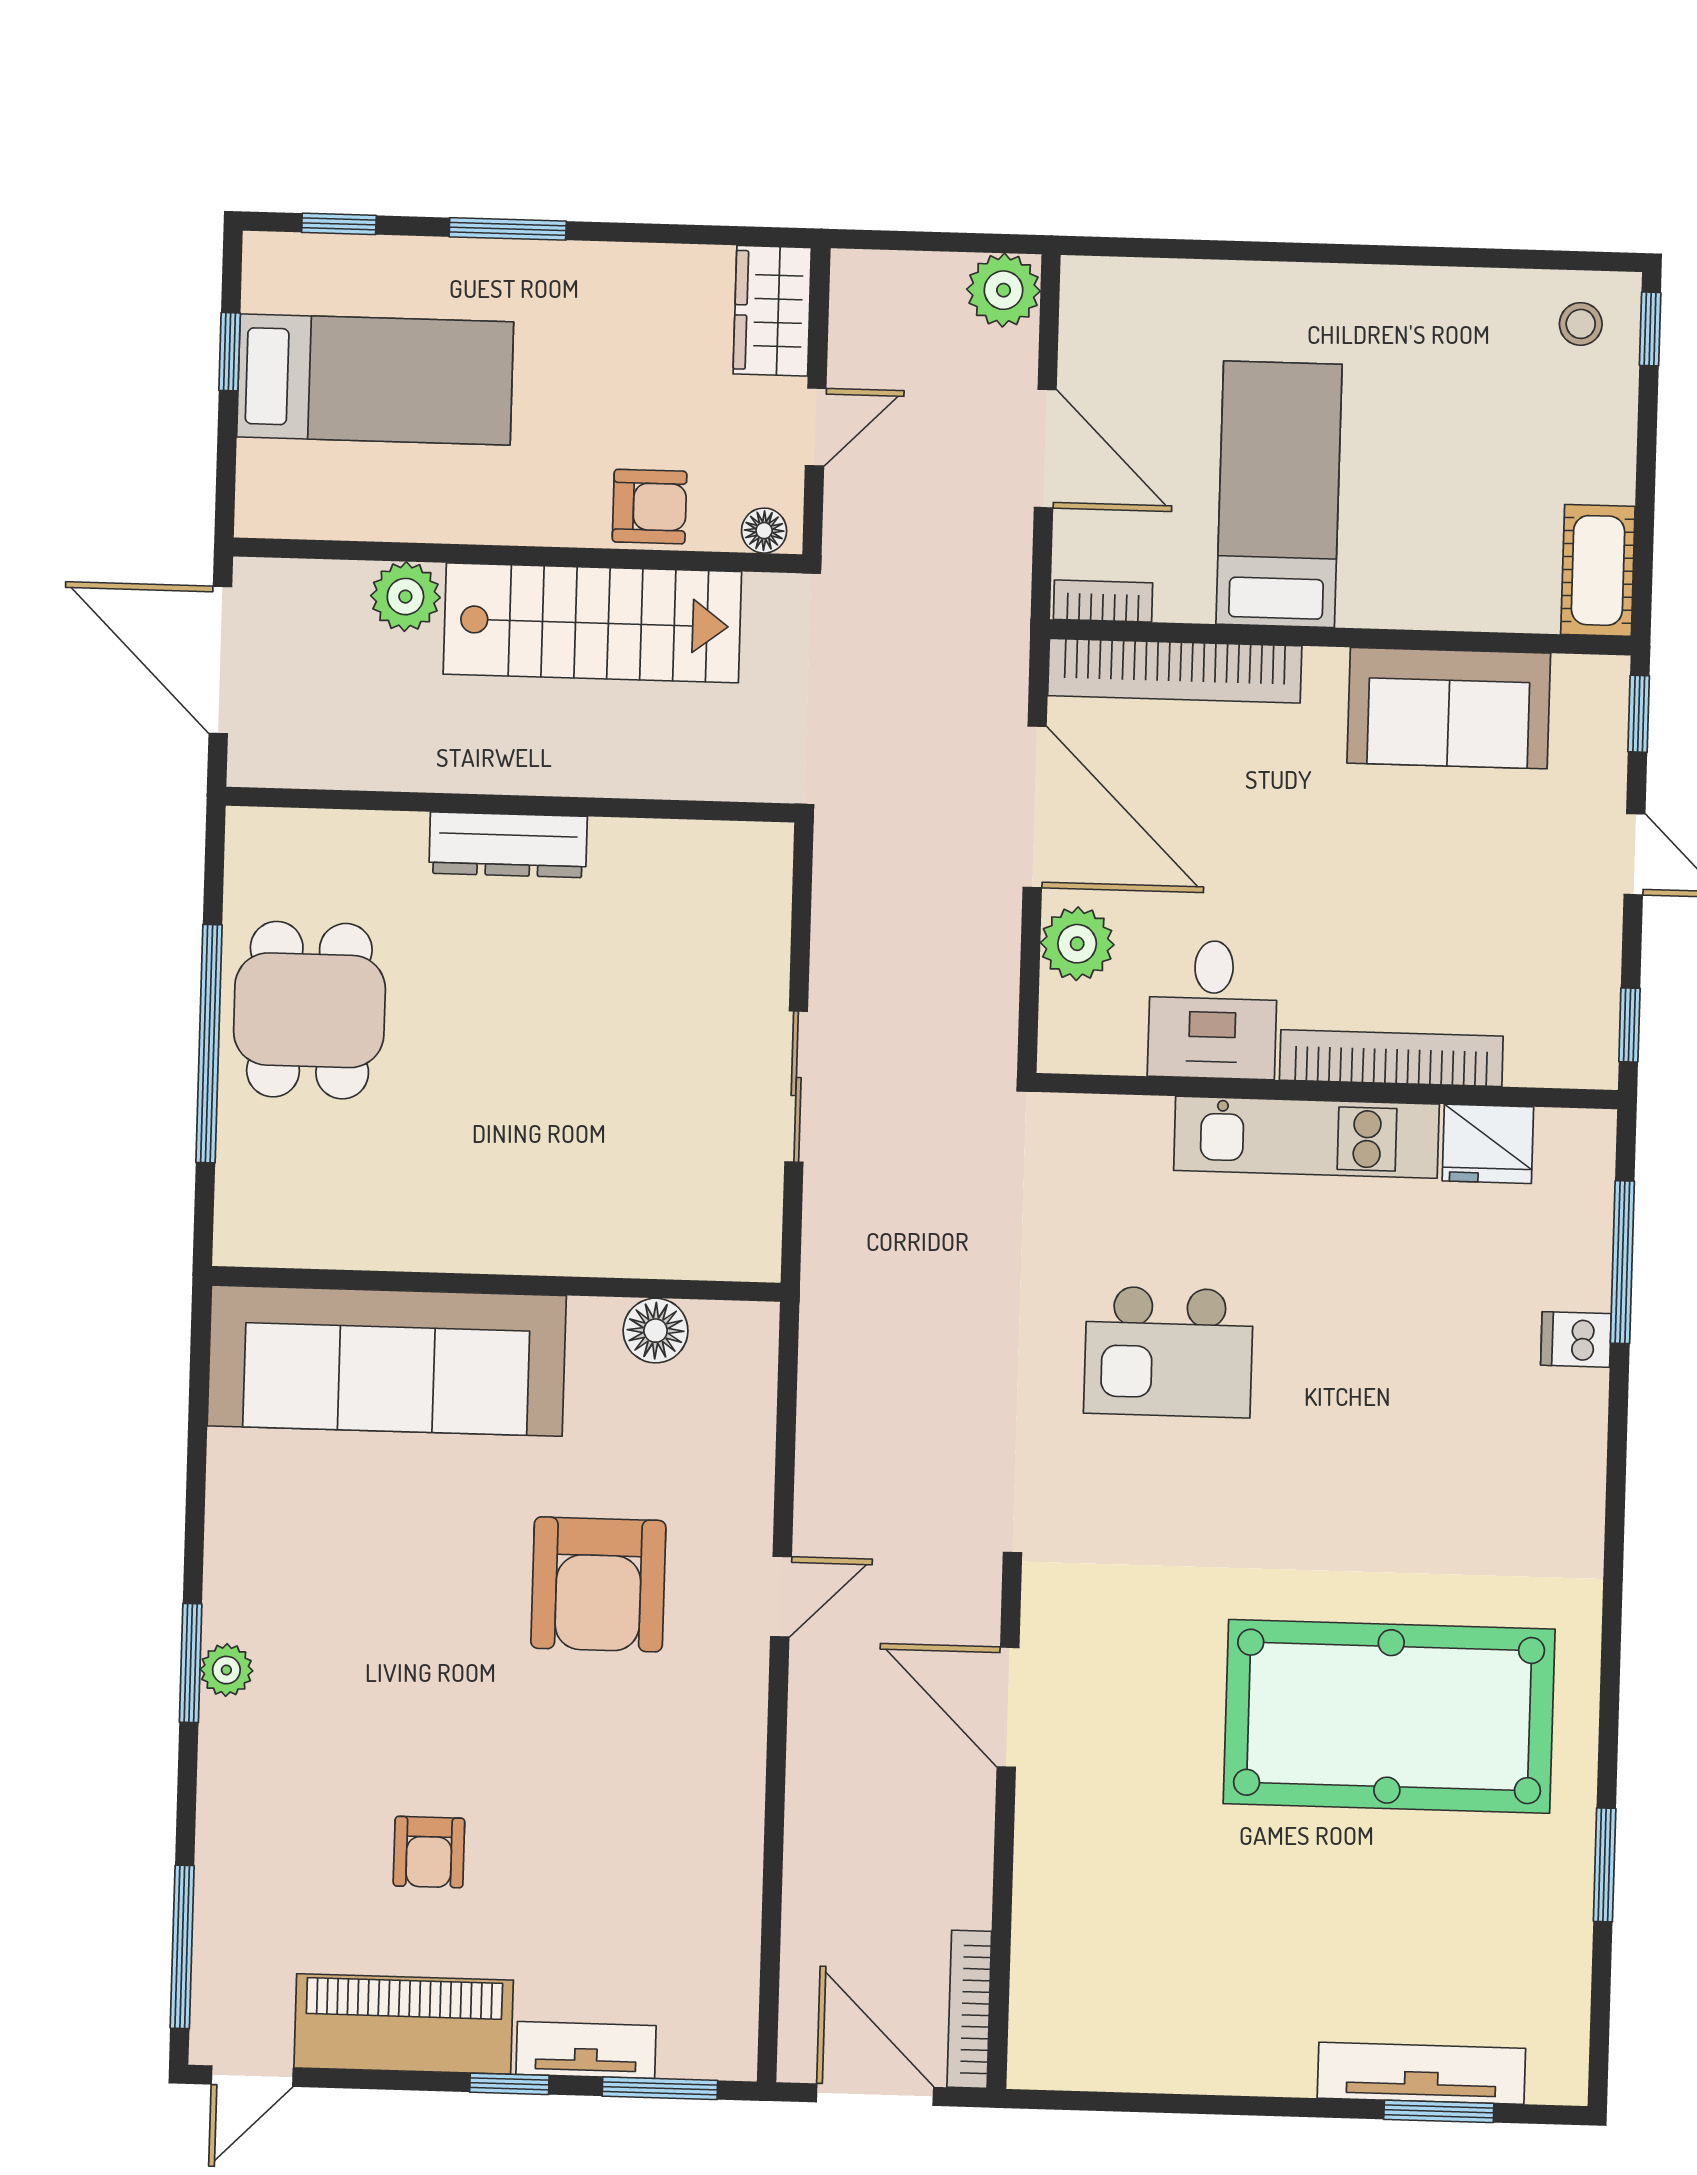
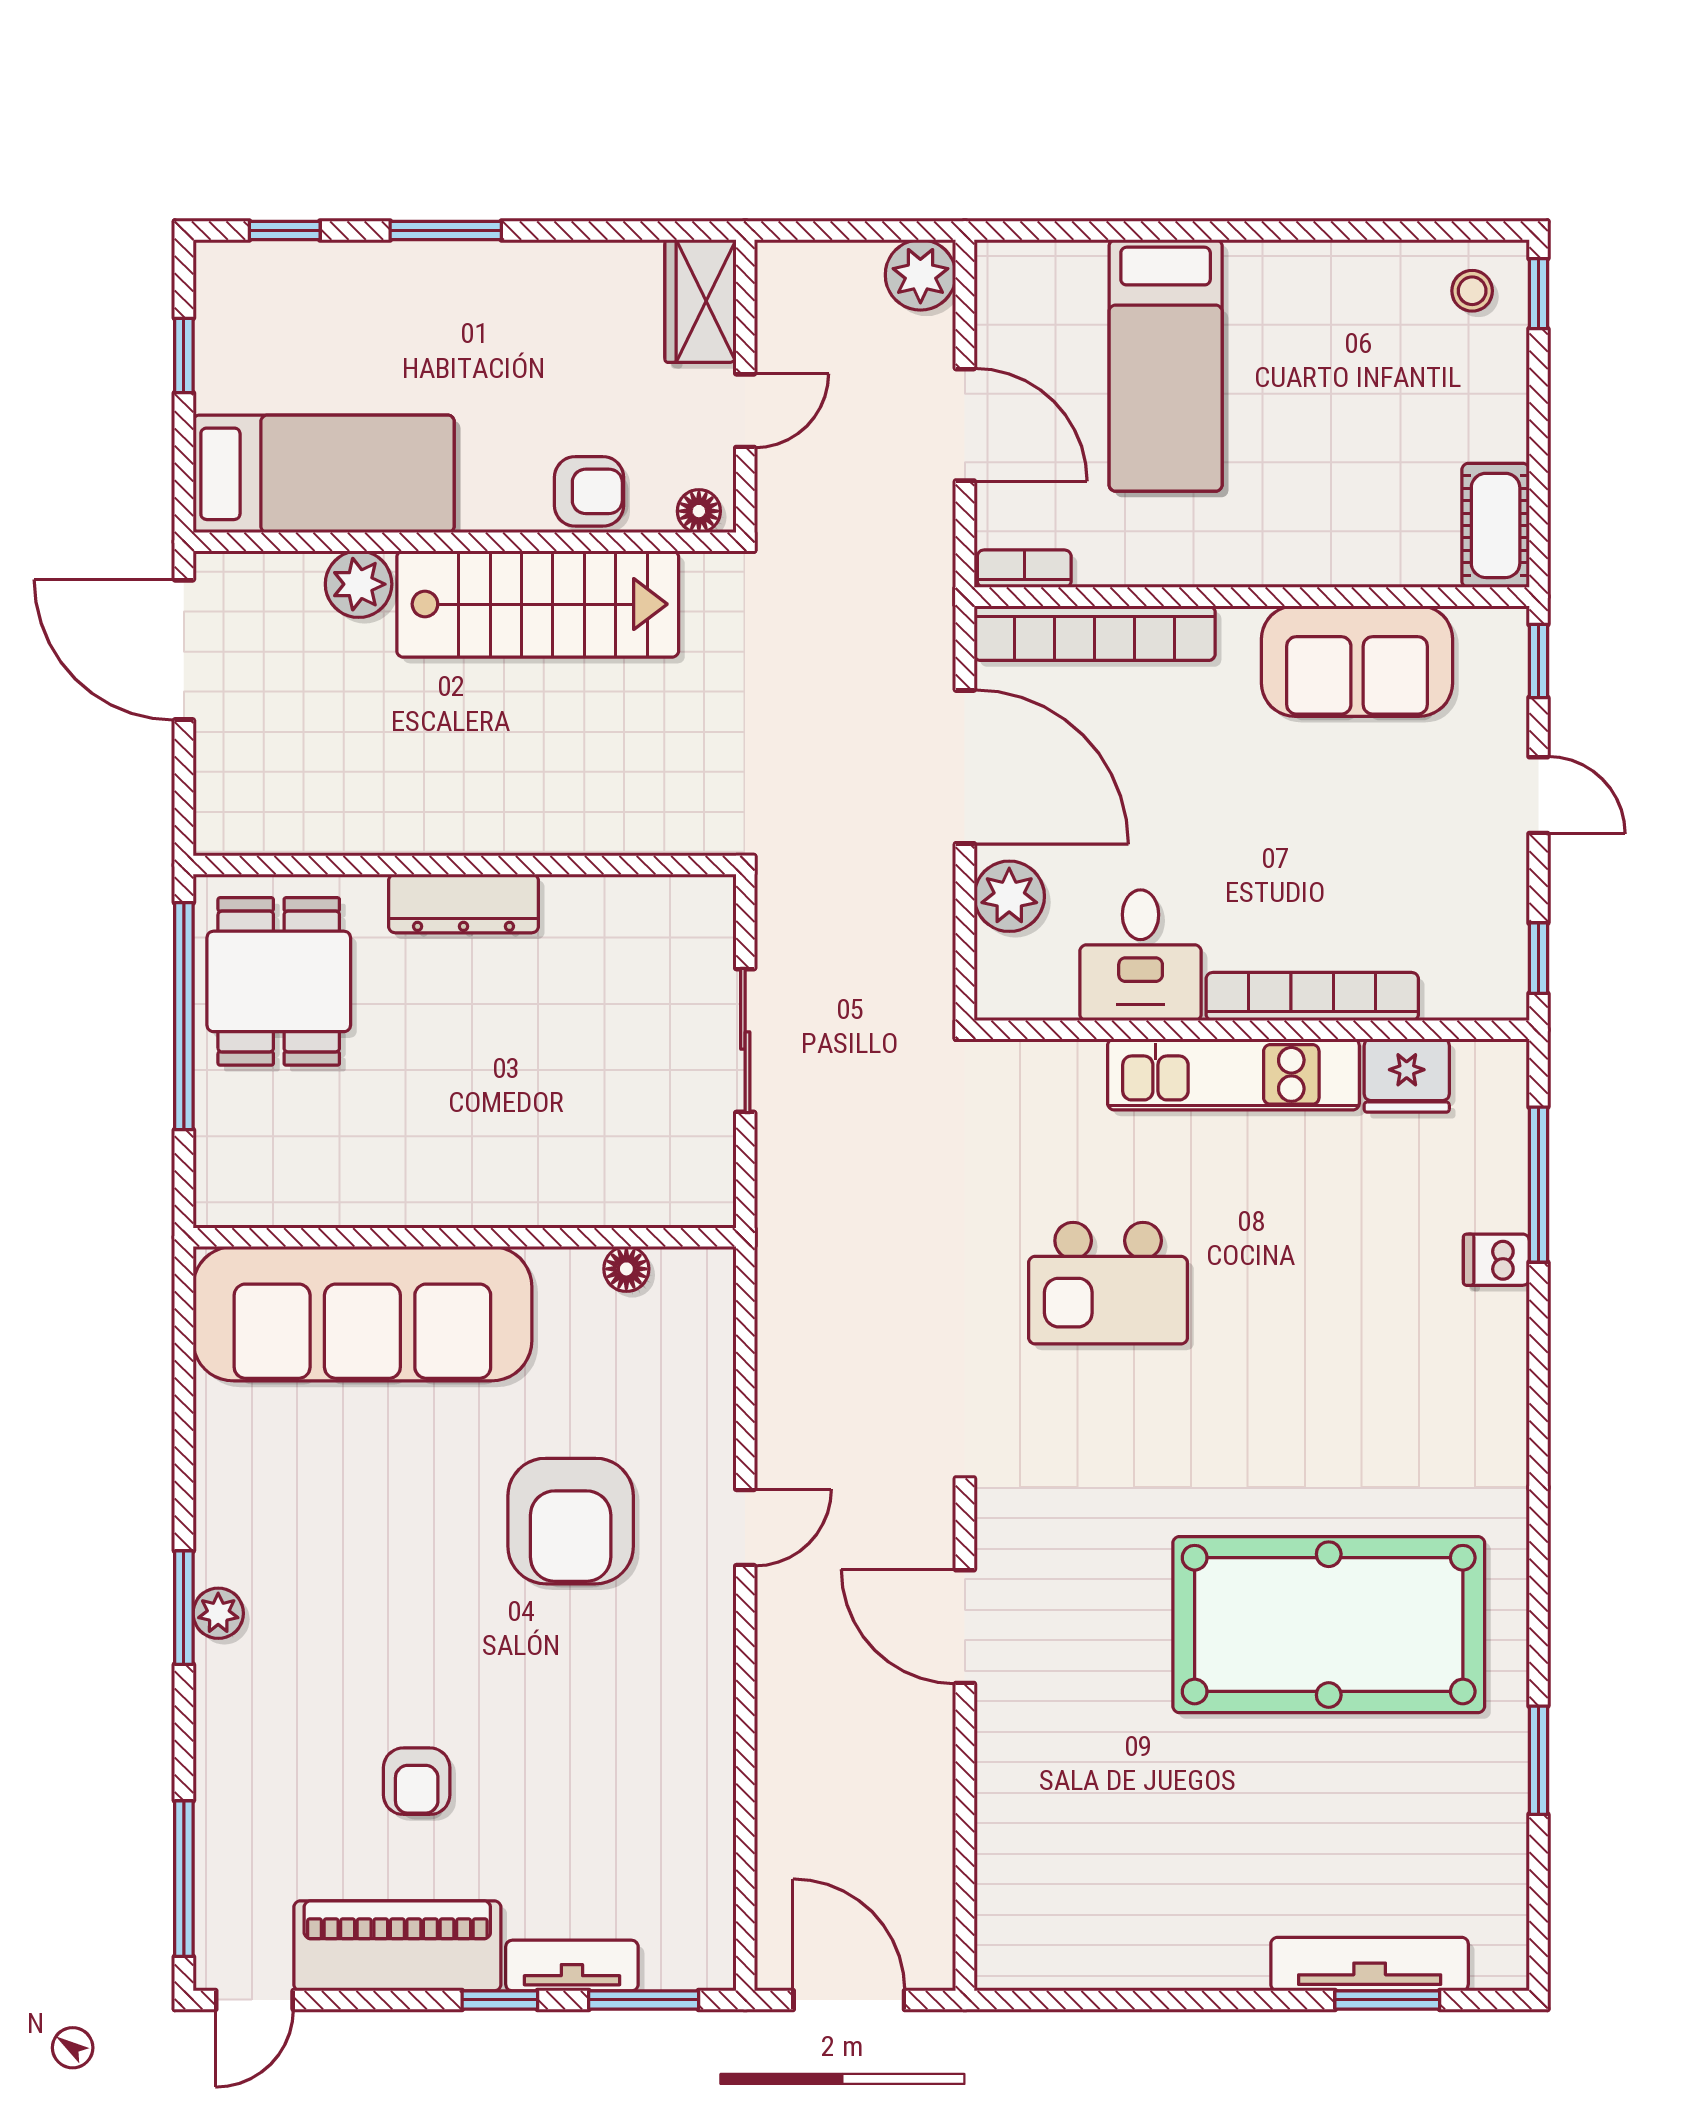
bed: (375, 379) -> (324, 474), moved
bed: (1279, 494) -> (1166, 365), moved, turned 180
wall: (510, 805) -> (465, 865), moved
dresser: (508, 845) -> (463, 904), moved
floor lamp: (656, 1331) -> (626, 1269), width x0.73, depth x0.73
bookcase: (969, 2009) -> (937, 1916), removed

